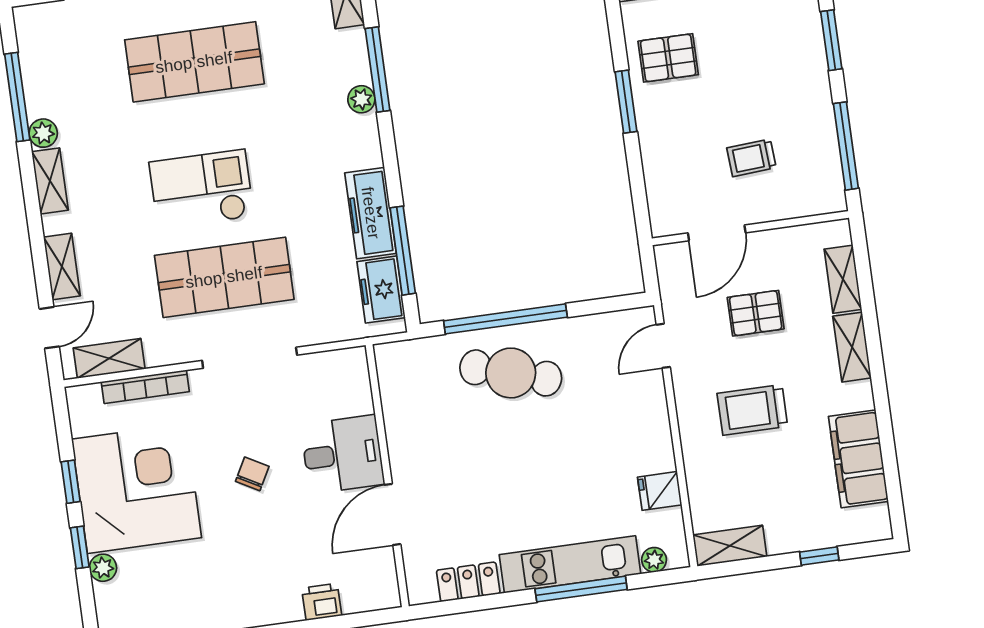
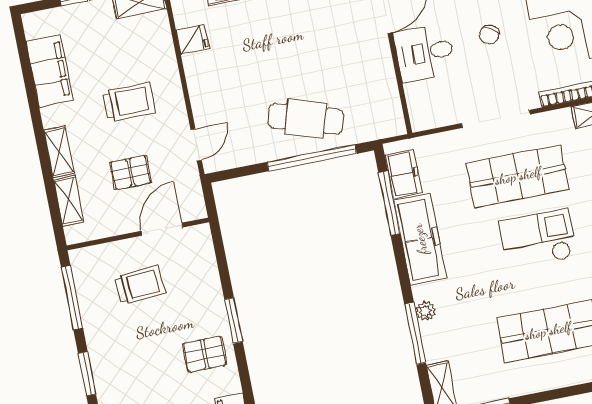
trolley: (751, 158) -> (140, 285), width x1.36, depth x1.39
checkout: (201, 189) -> (538, 239), turned 180
freezer: (371, 213) -> (420, 239), width x1.36, depth x1.26

